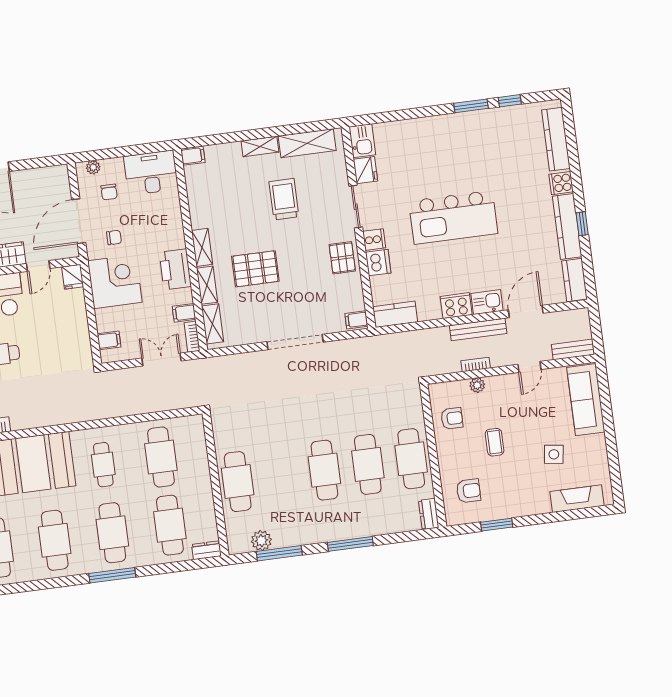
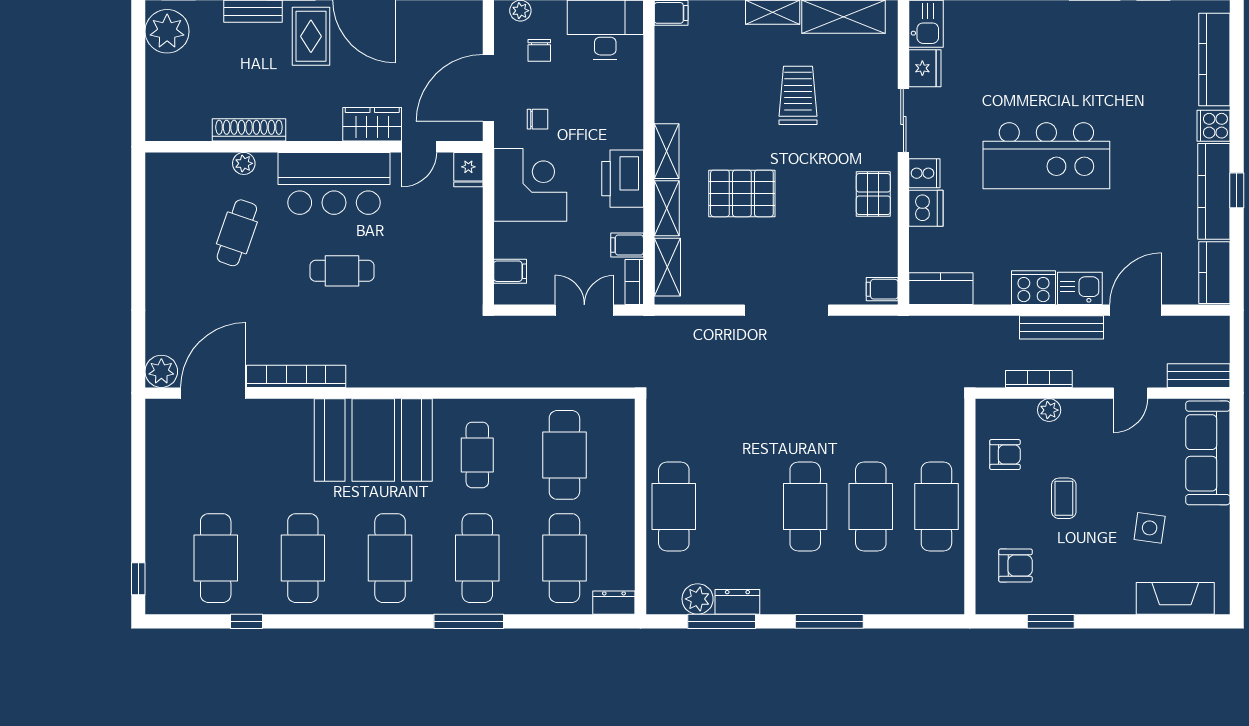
bookcase: (476, 365) -> (1039, 379), width x1.56
dresser: (429, 514) -> (737, 602), moved, turned 90

